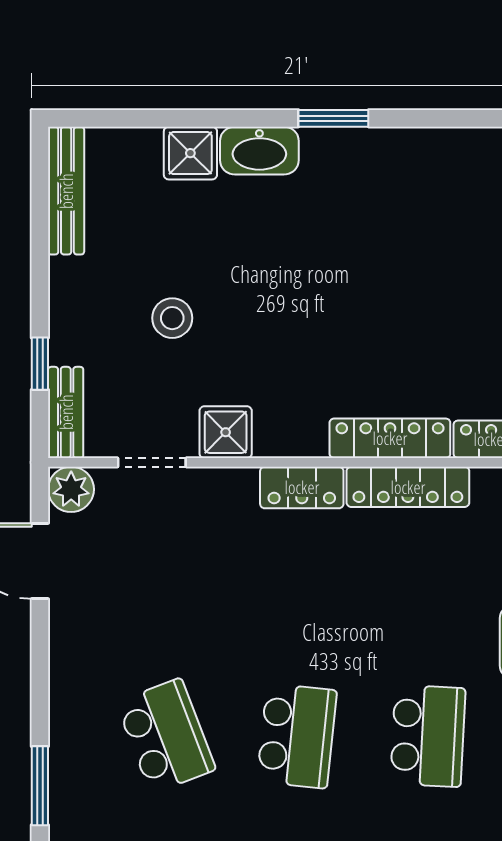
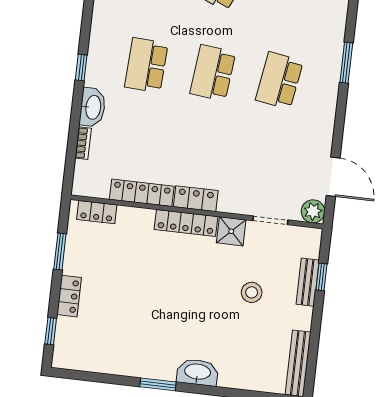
shower: (190, 153) -> (233, 375), removed
bench: (66, 412) -> (308, 282), moved
locker: (390, 438) -> (186, 223), moved
school desk: (166, 736) -> (279, 81), turned 30

